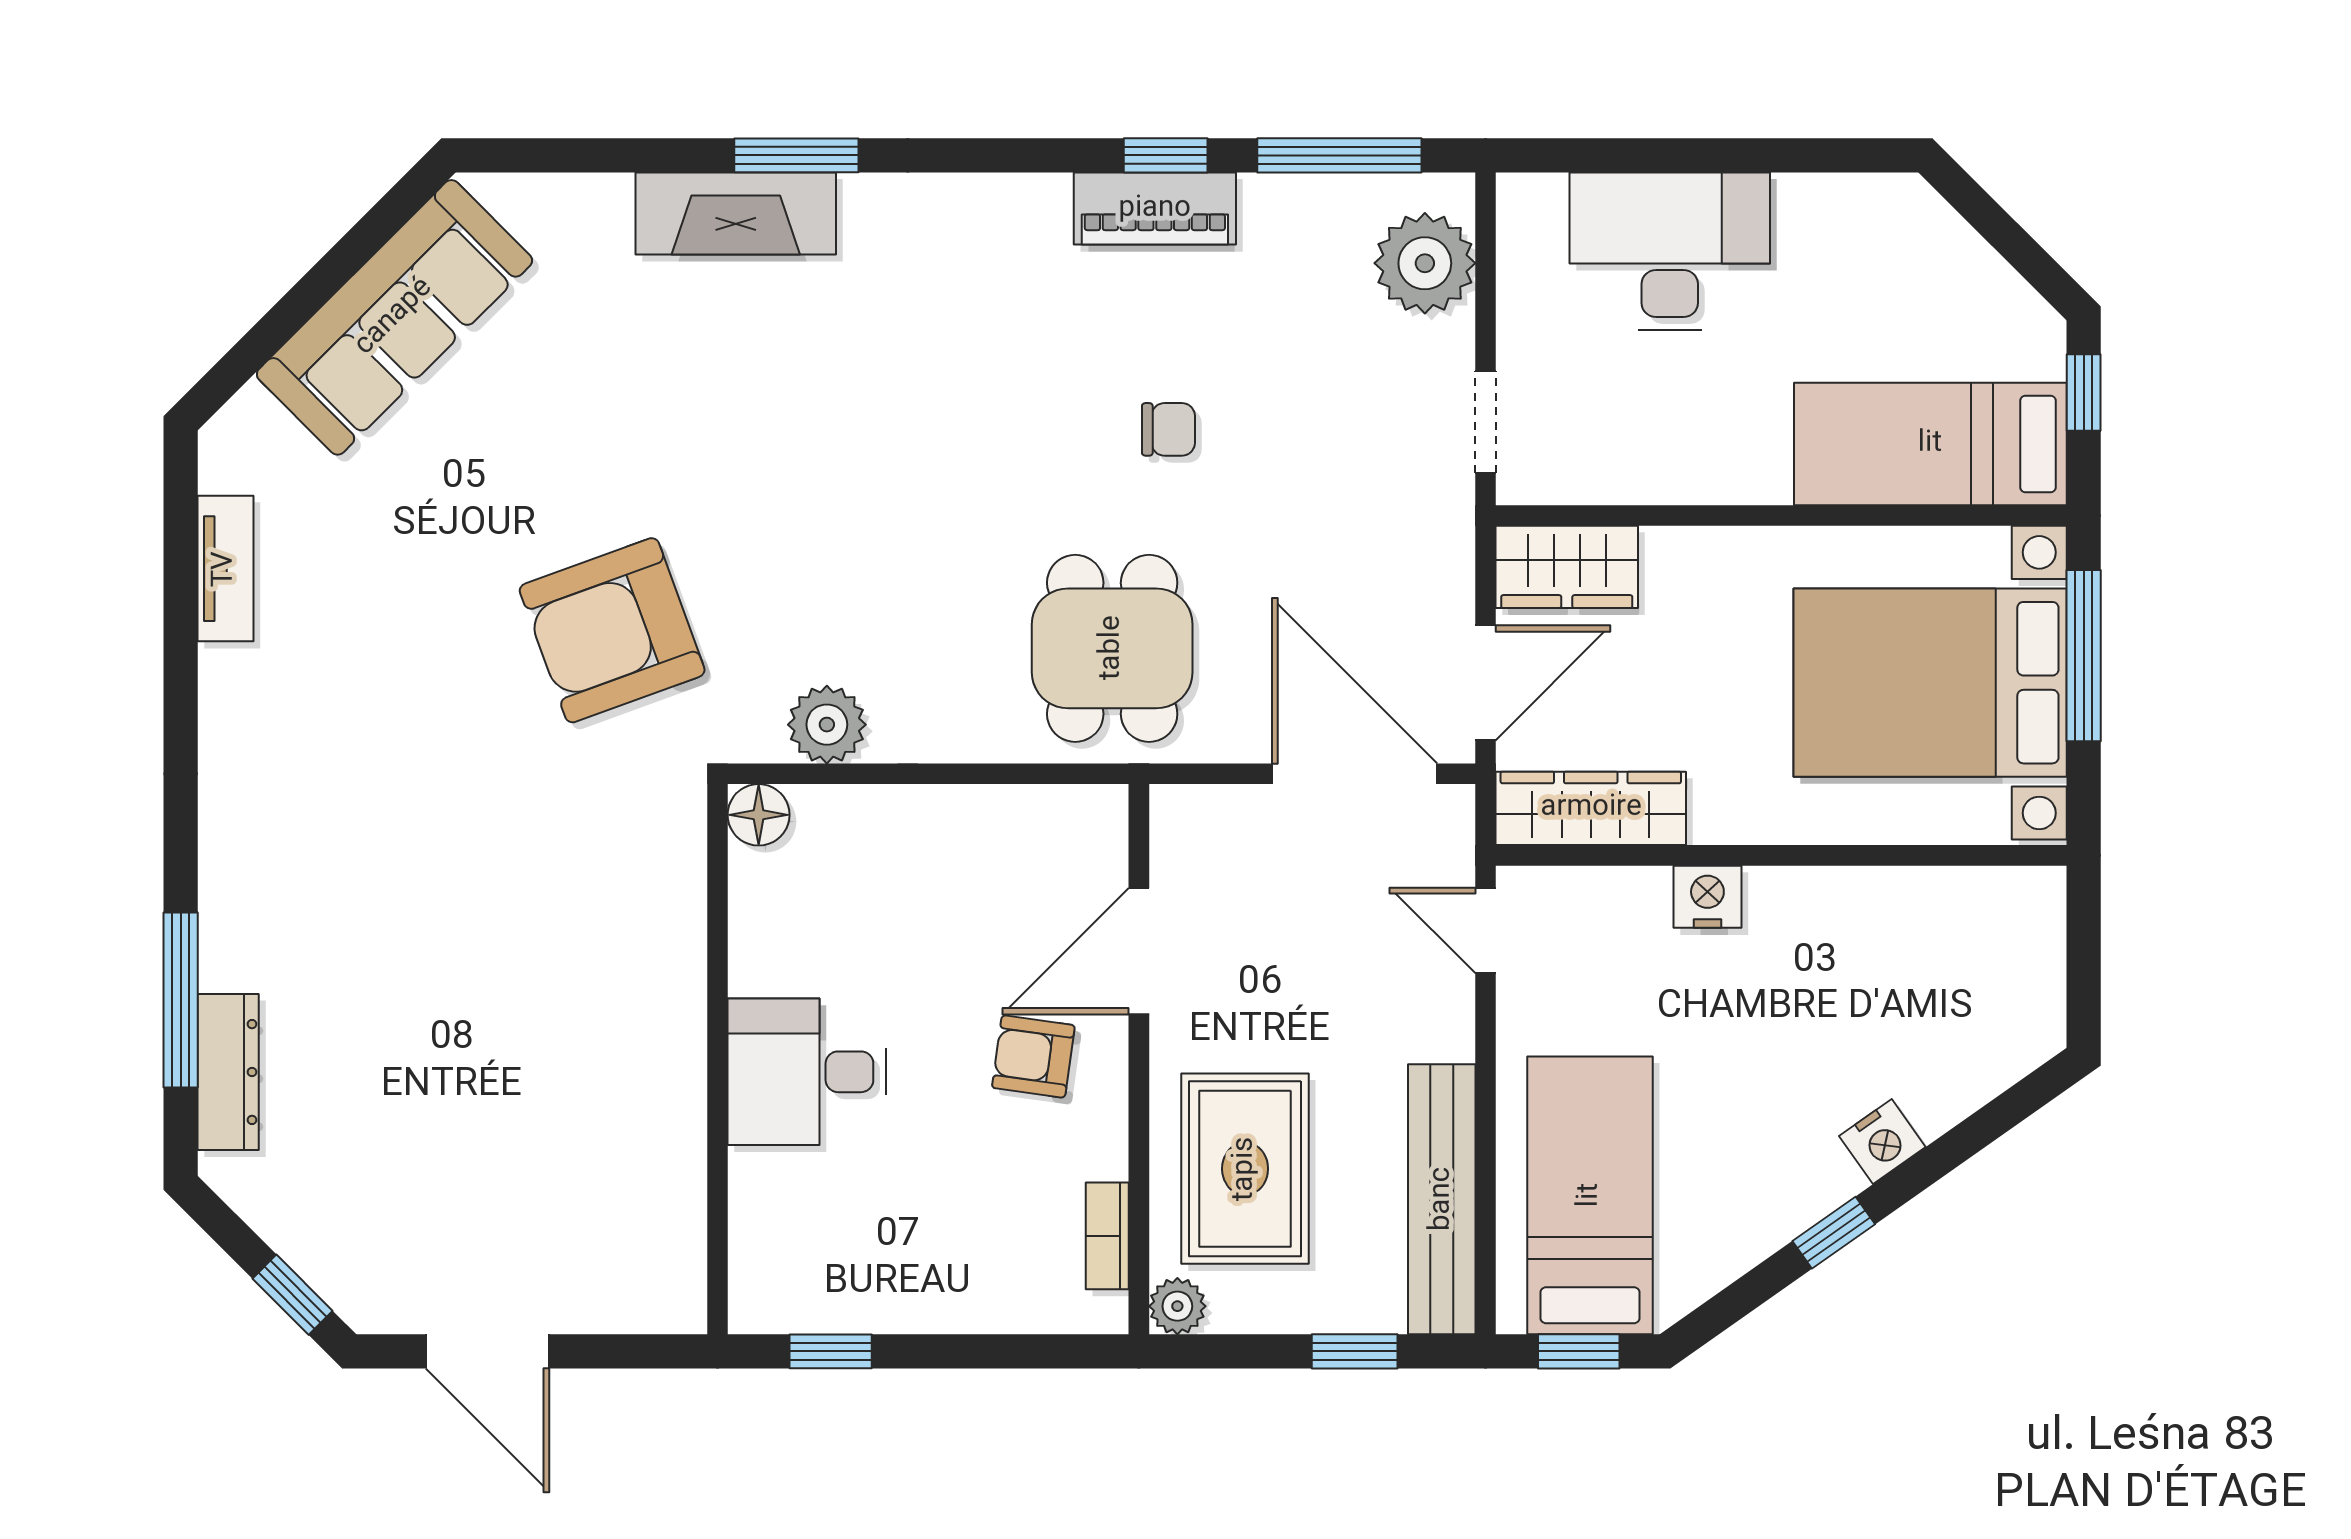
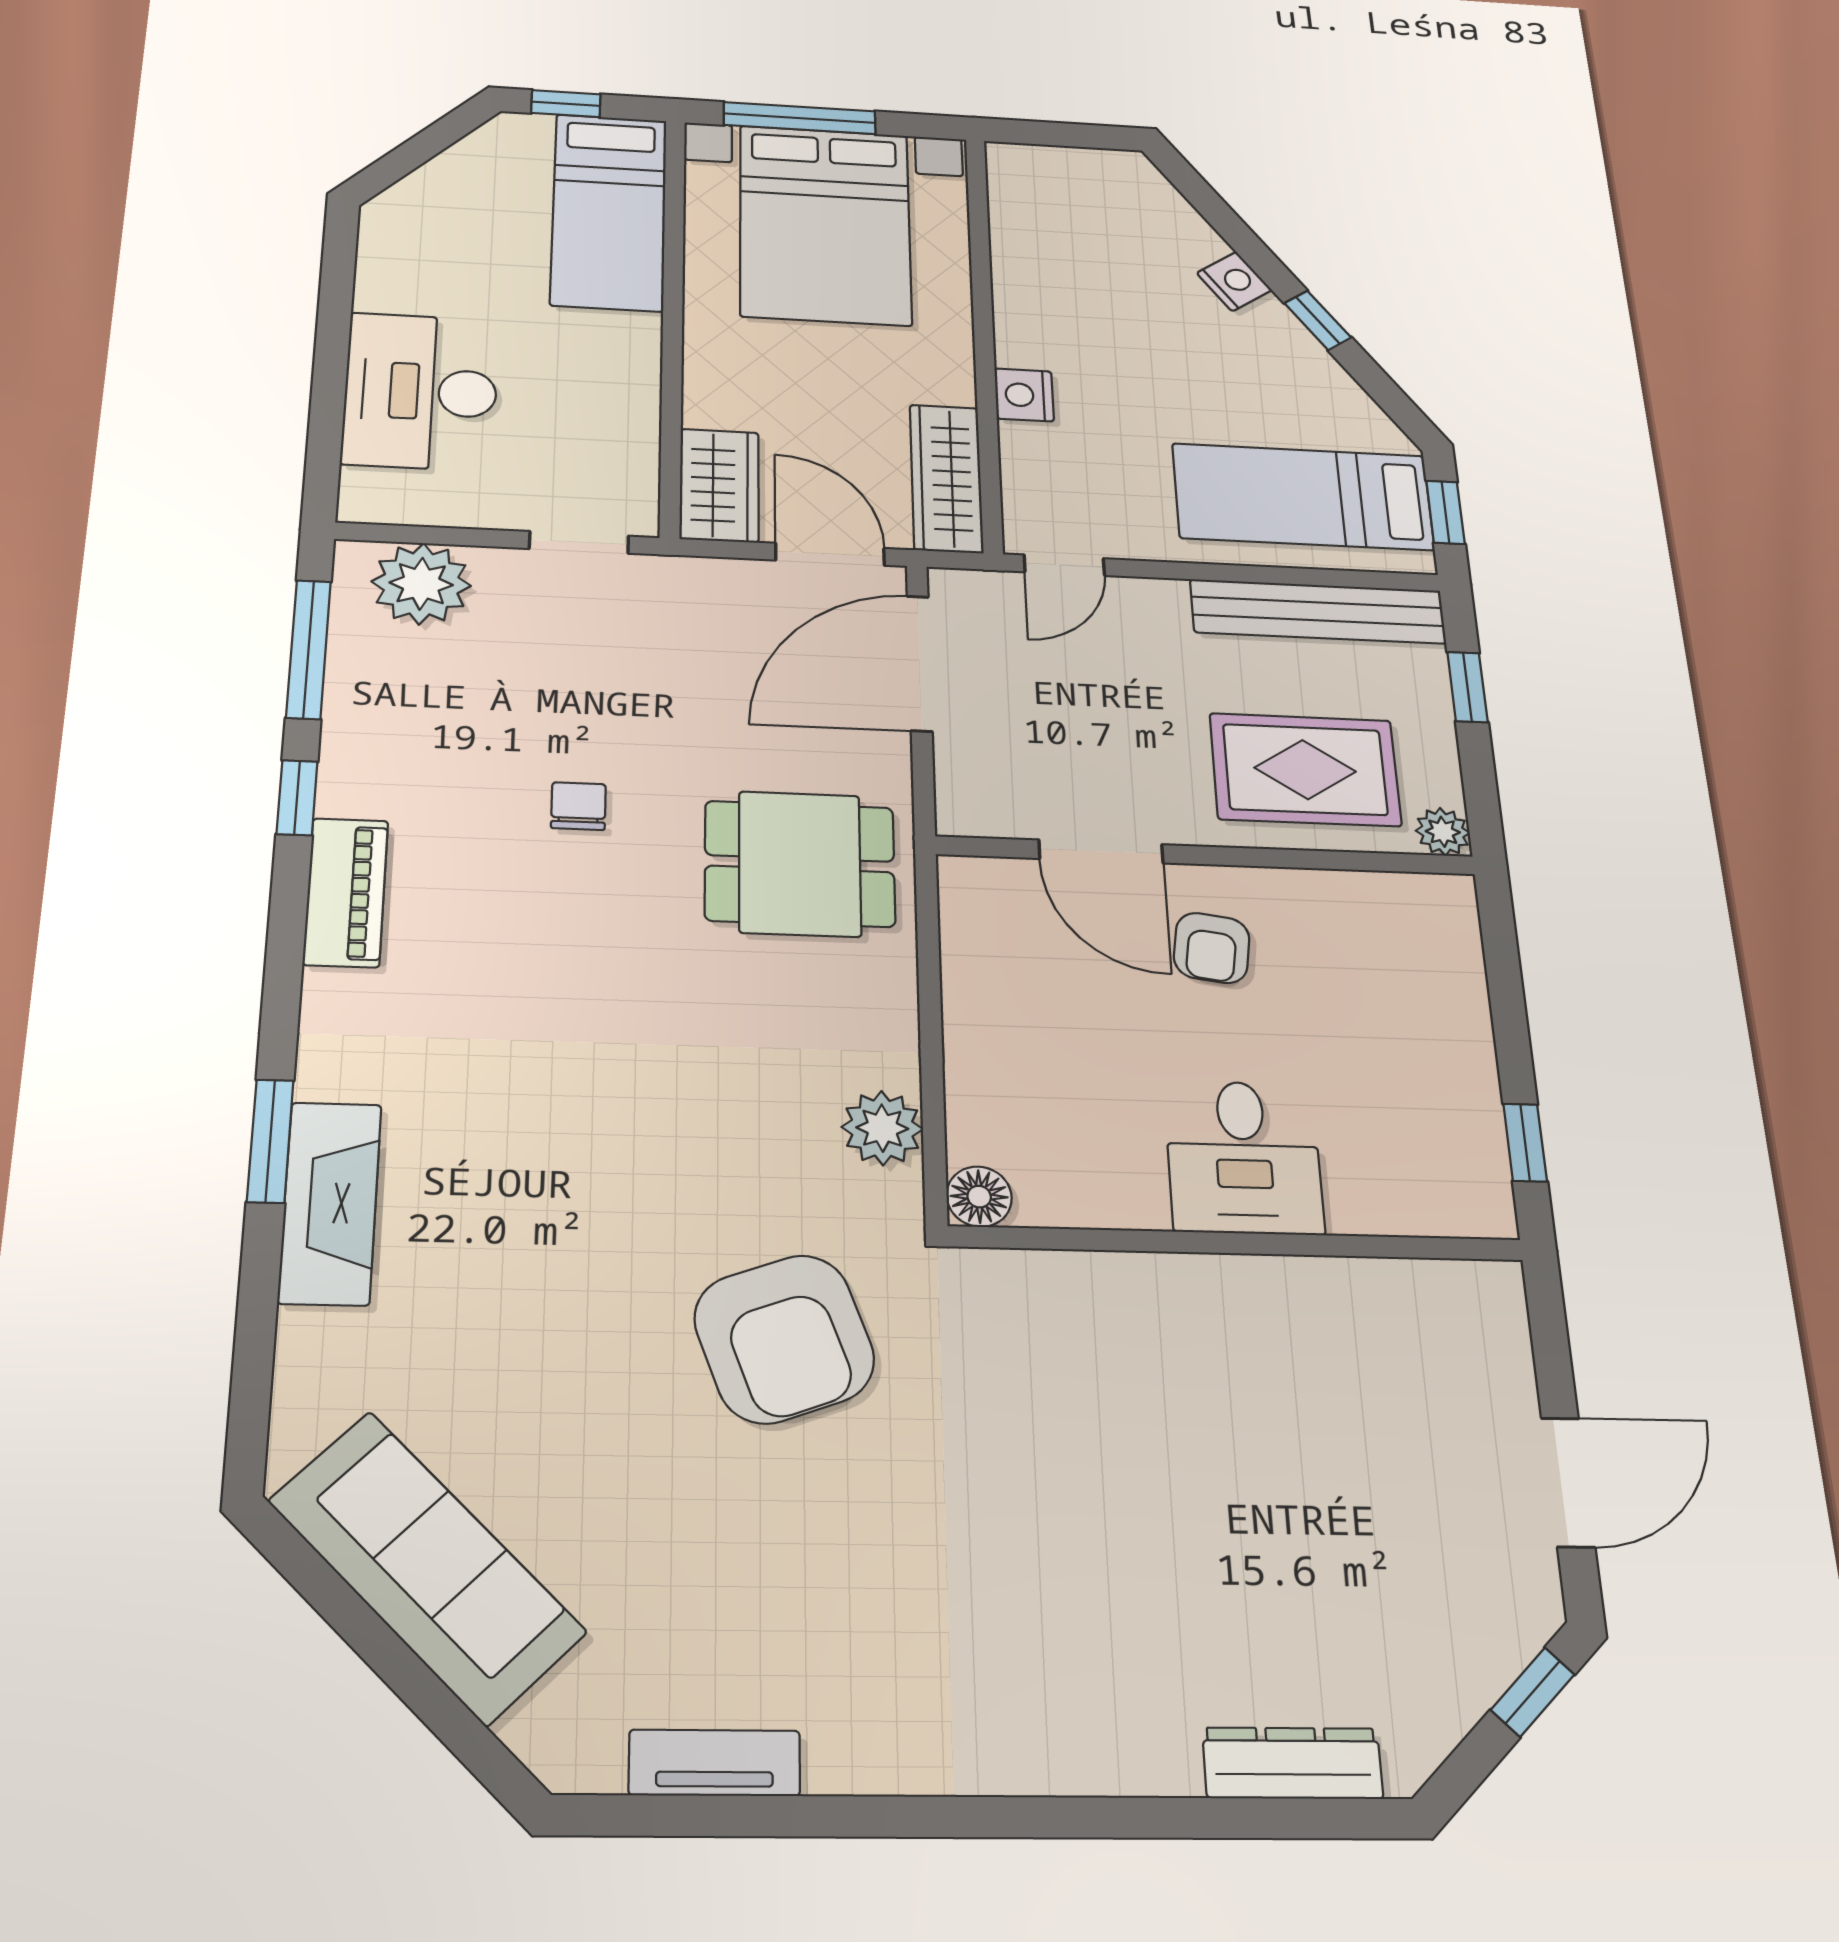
piano: (1155, 209) -> (346, 892), moved
window: (181, 1000) -> (1215, 1818), removed
bookcase: (1107, 1236) -> (1382, 889), removed

